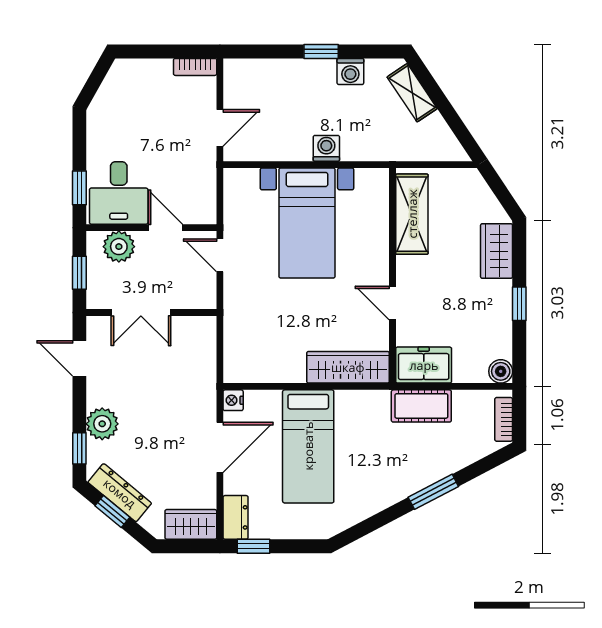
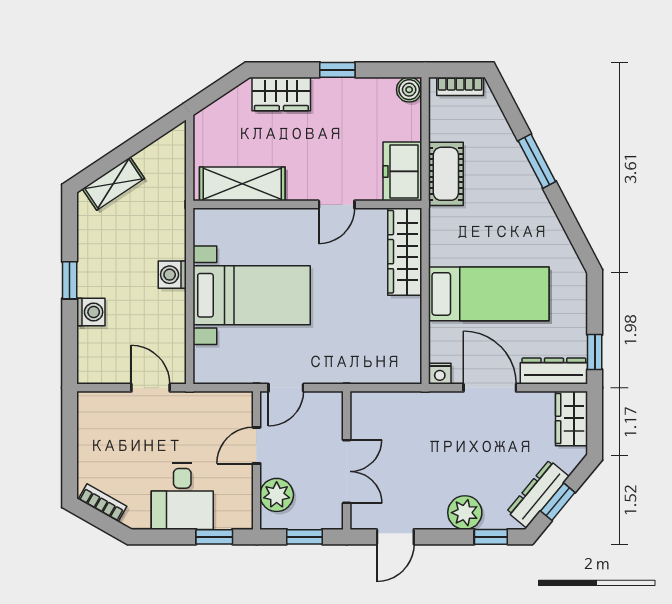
bookcase: (195, 67) -> (102, 503), moved, turned -60
washing machine: (350, 71) -> (91, 312), moved
desk: (119, 193) -> (182, 496), moved, turned 90
dresser: (236, 517) -> (554, 371), width x1.44

